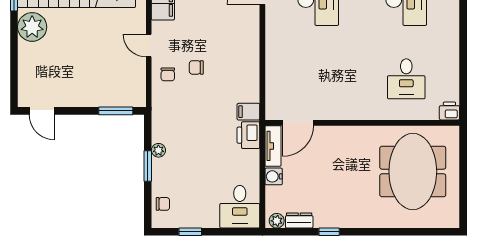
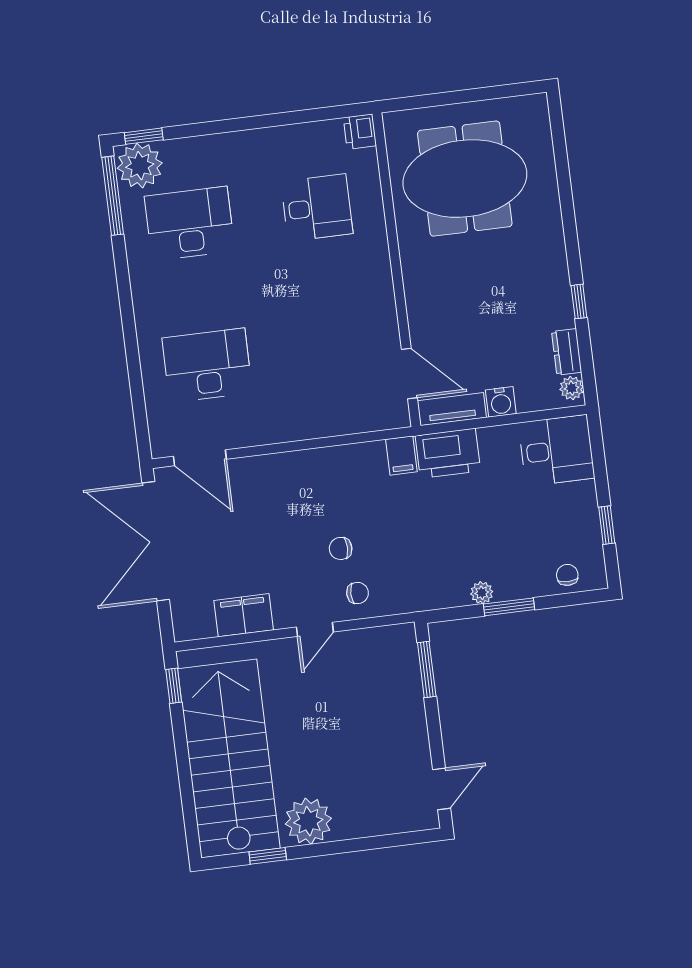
chair: (196, 67) -> (341, 548), turned 90
printer: (248, 135) -> (448, 453), width x1.37, depth x1.19

